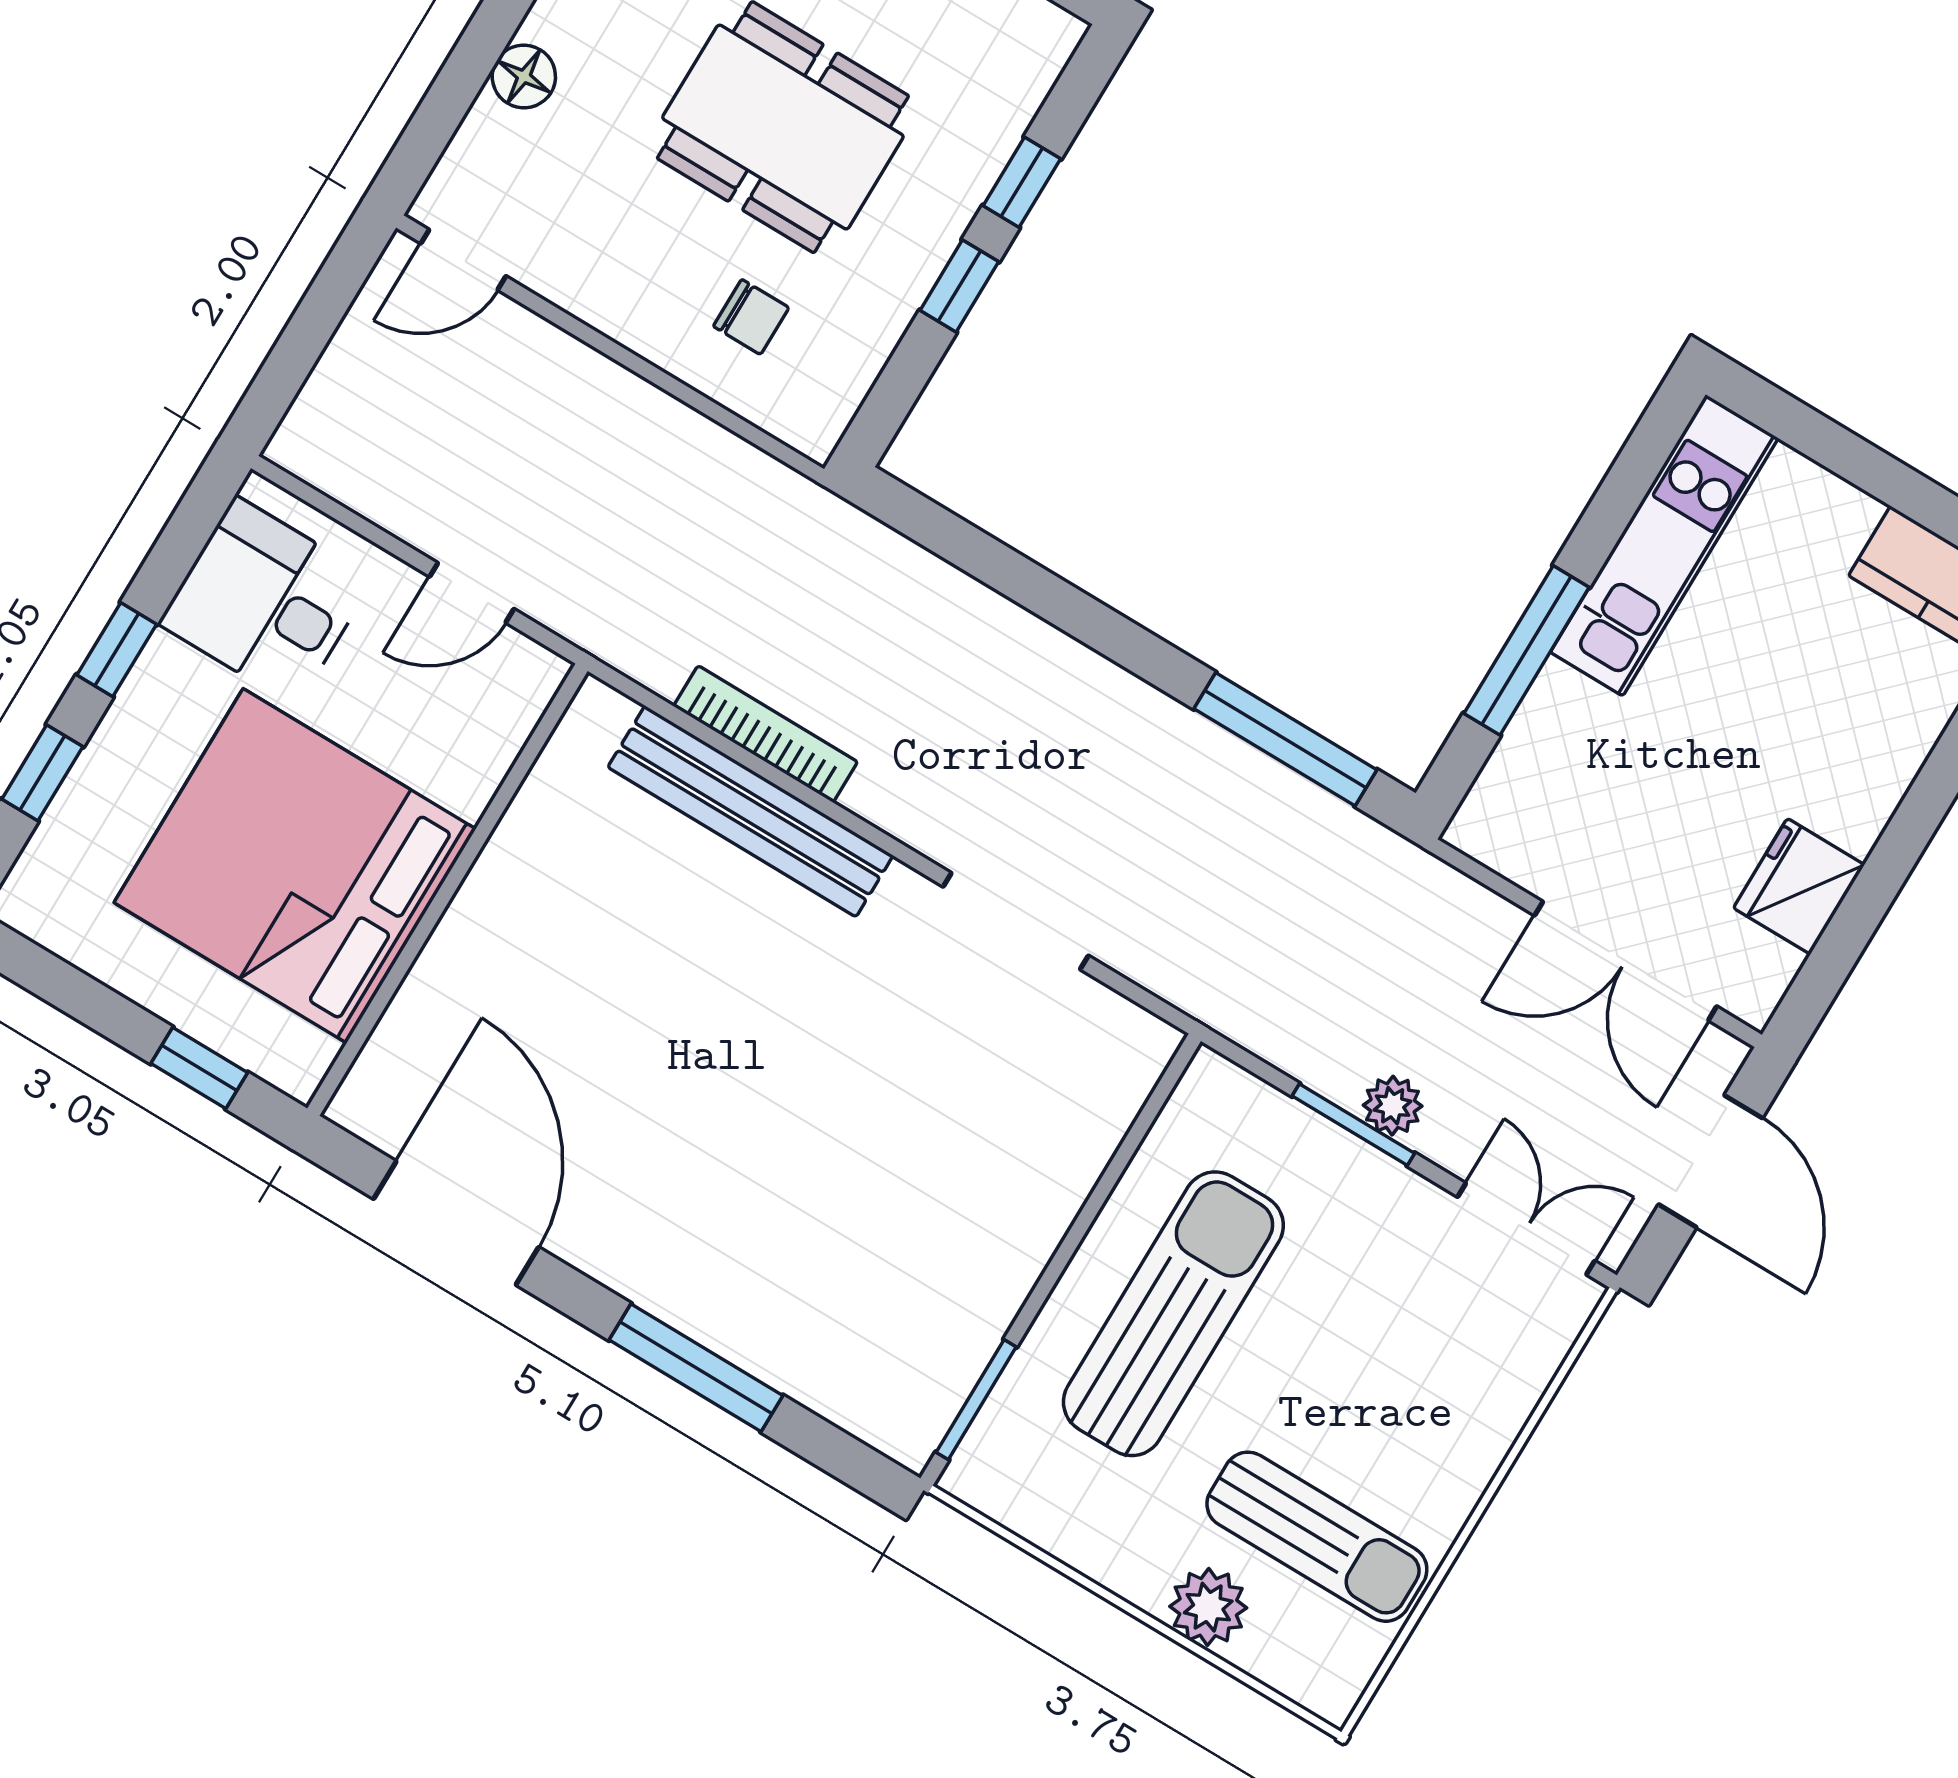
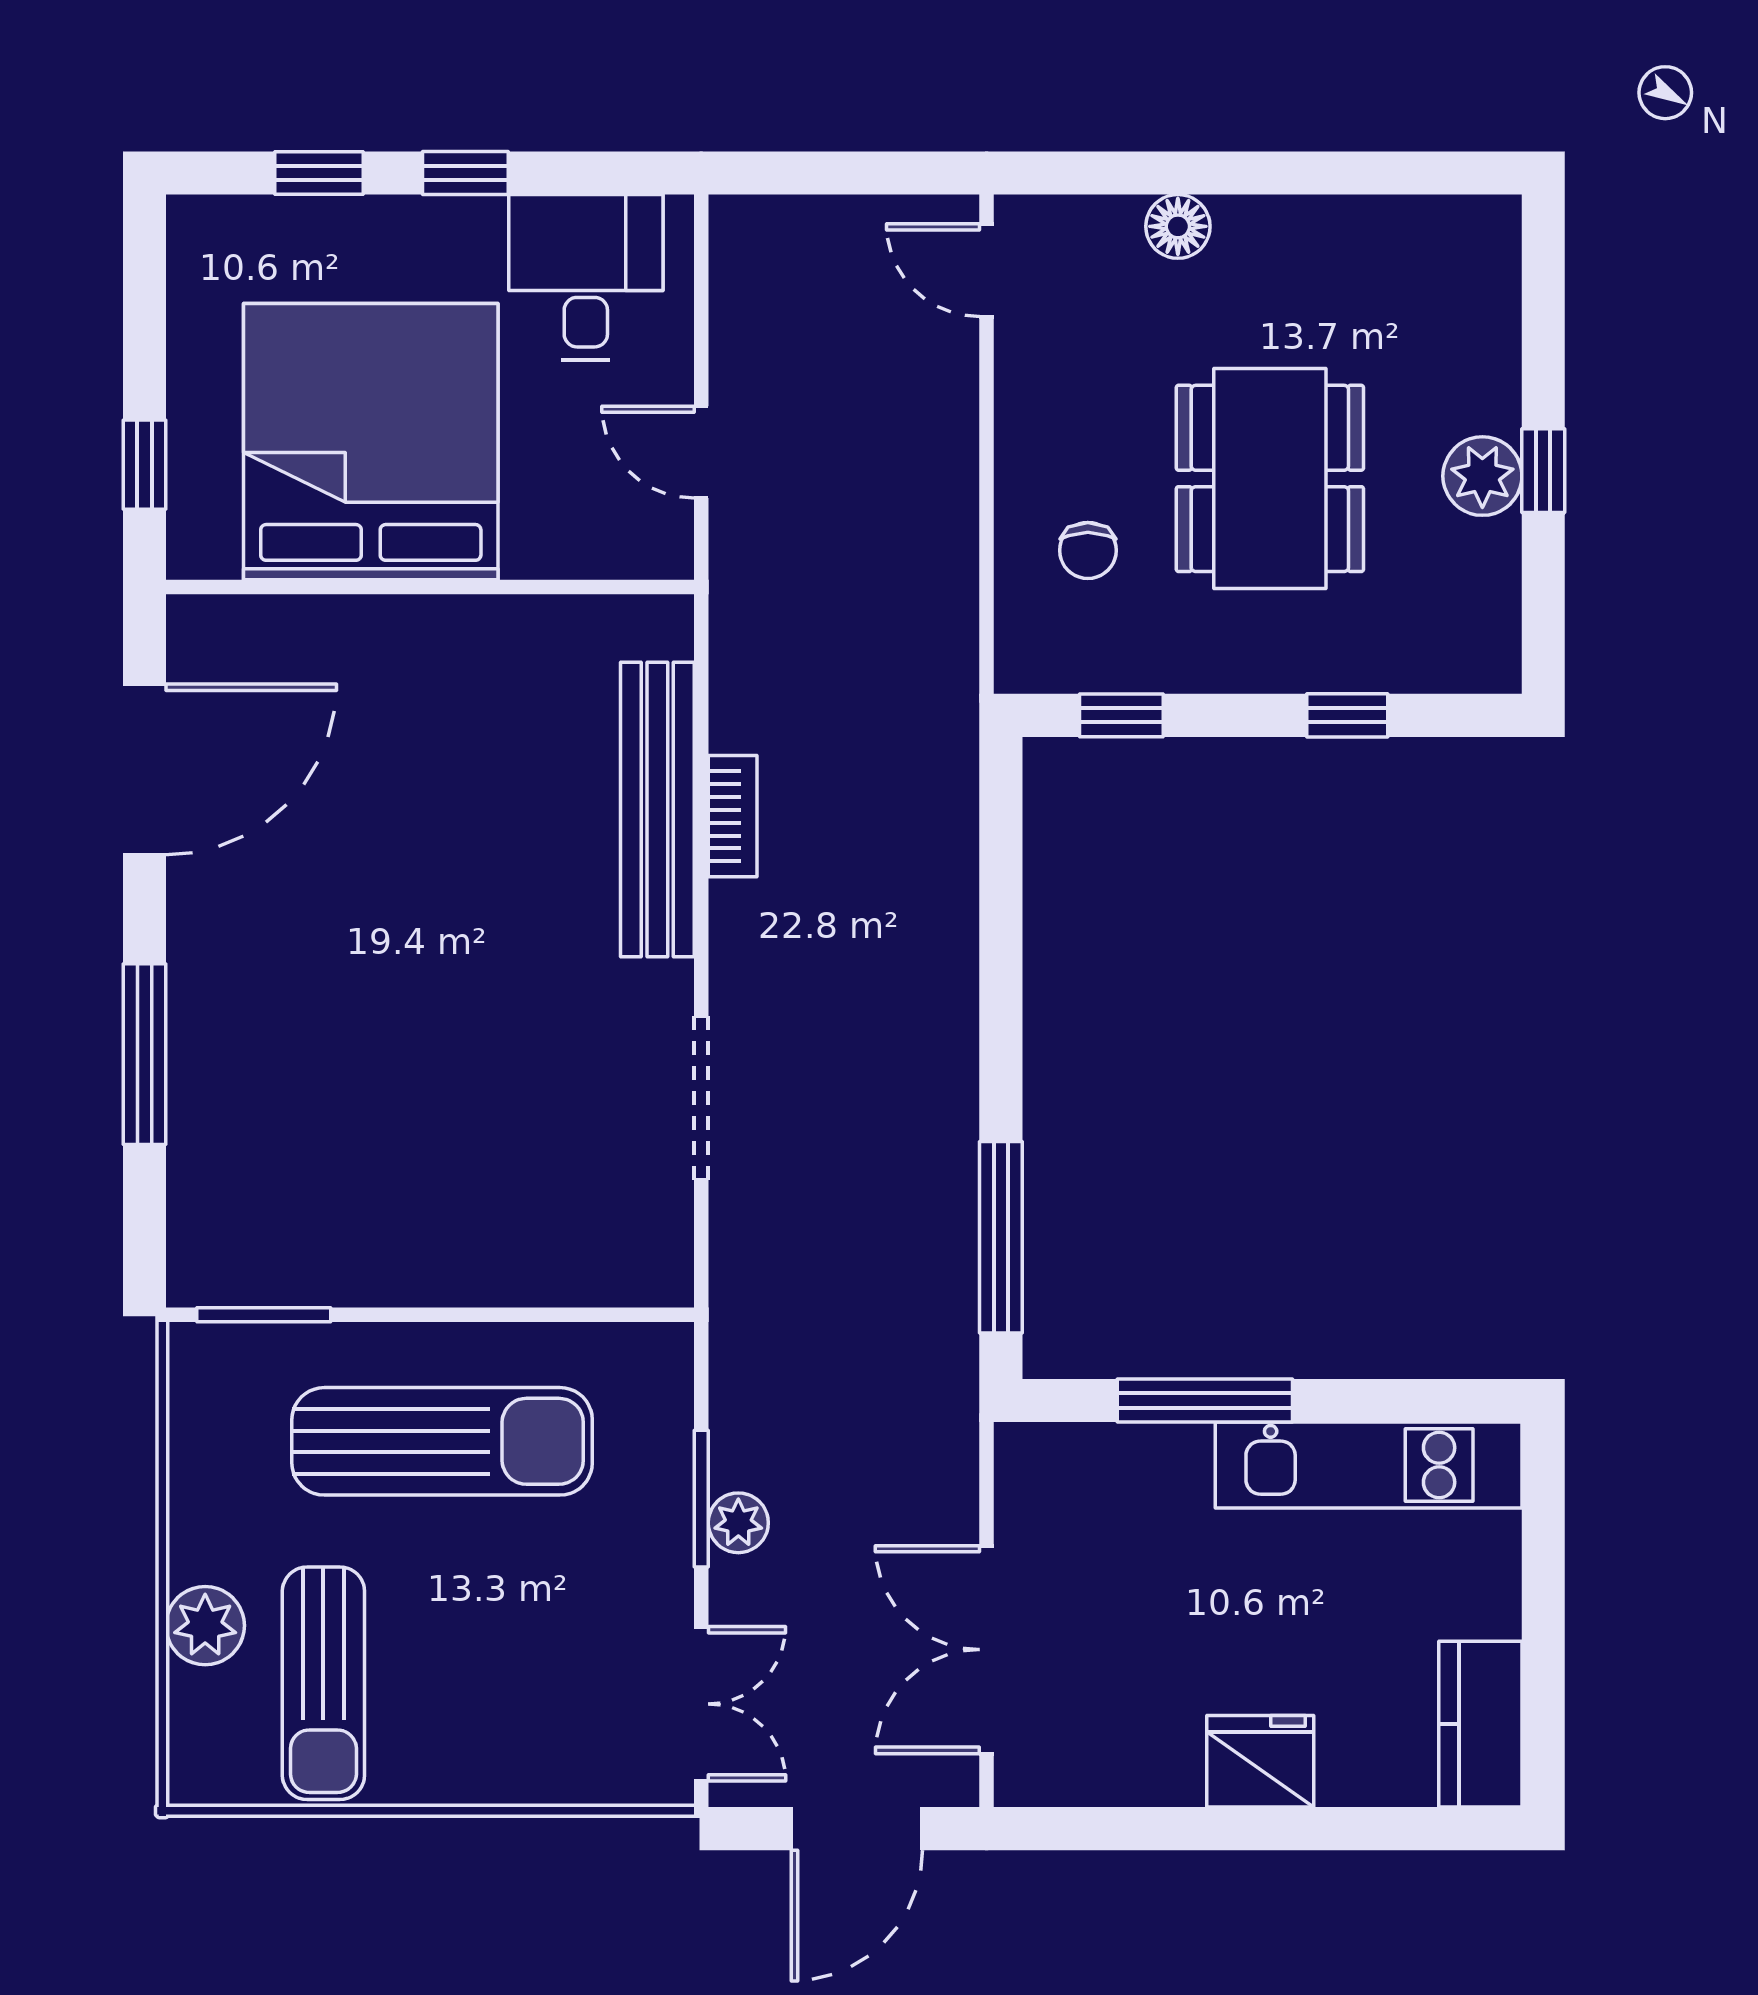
window: (959, 286) -> (1121, 715), moved
bookcase: (766, 734) -> (733, 816), width x0.64
fridge: (1799, 886) -> (1260, 1761), moved

